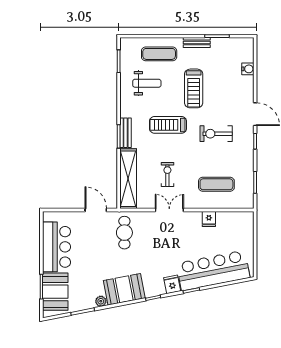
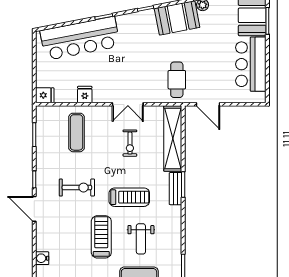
weight bench: (147, 83) -> (141, 239), moved, turned -90
exercise mat: (216, 184) -> (77, 132), turned 90
fridge: (172, 284) -> (45, 95), moved, turned -79

